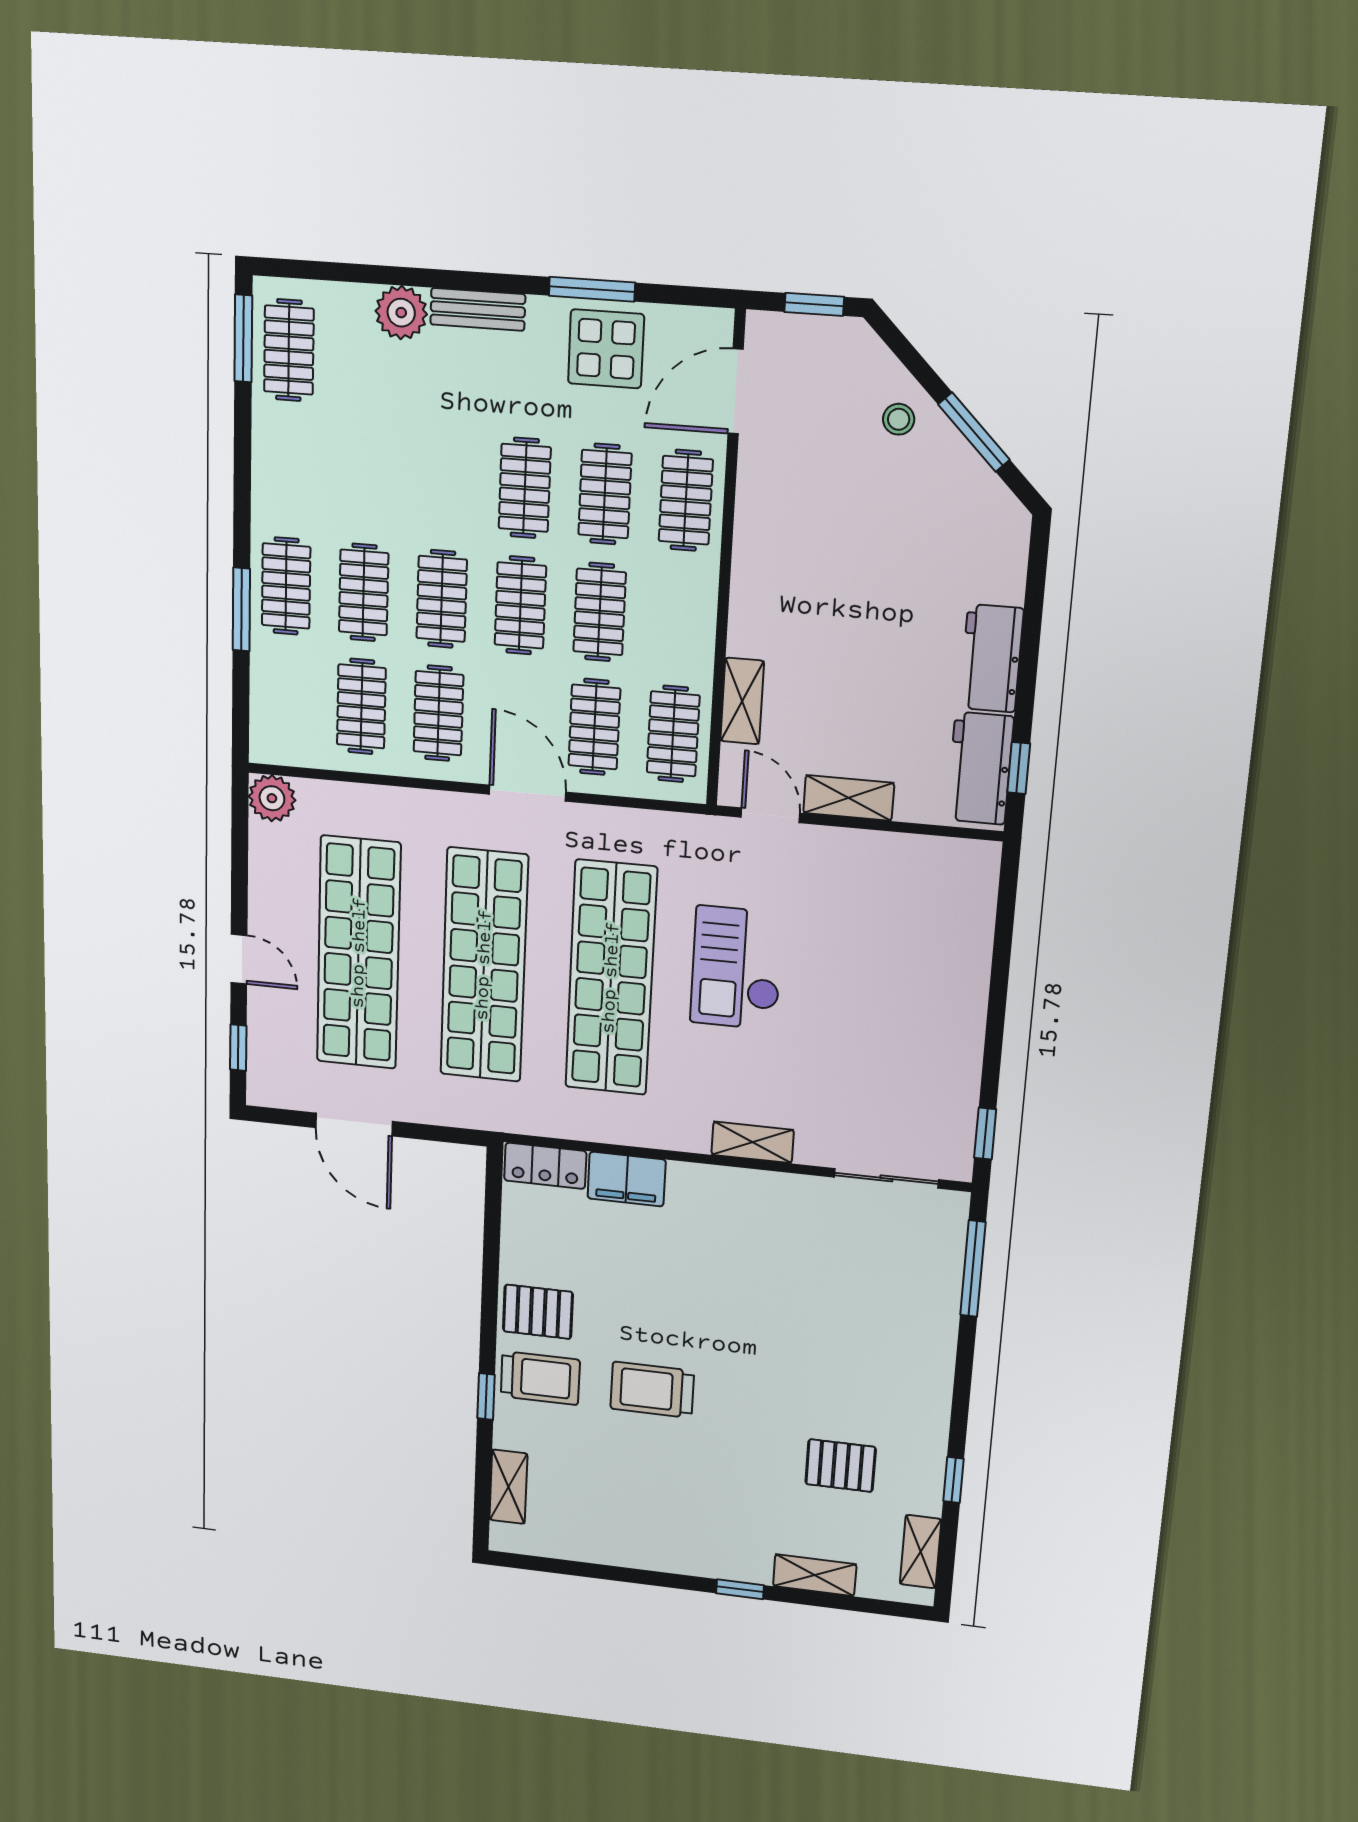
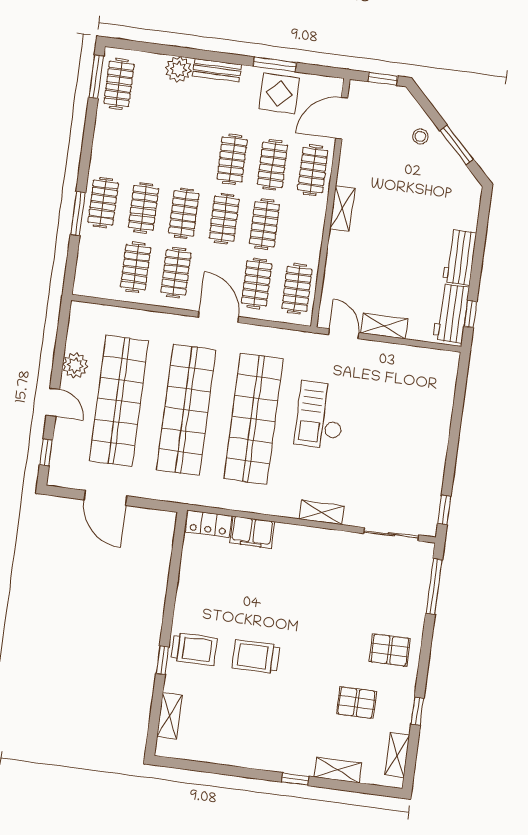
shelving: (742, 701) -> (342, 208), moved
plant: (272, 798) -> (75, 365), moved
pallet: (538, 1312) -> (390, 650), moved

